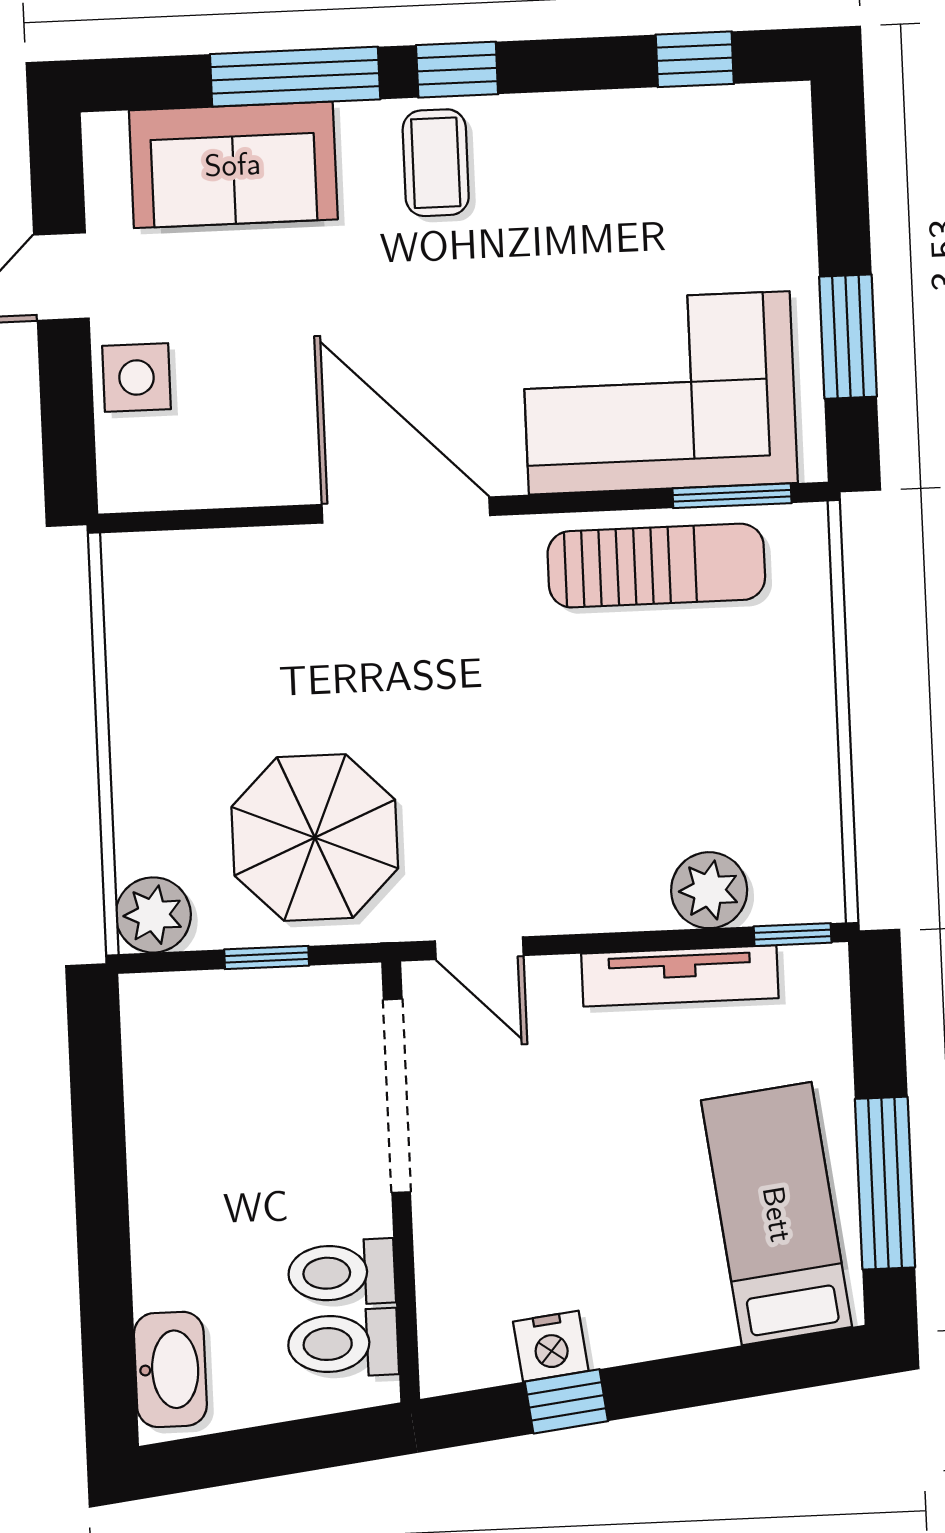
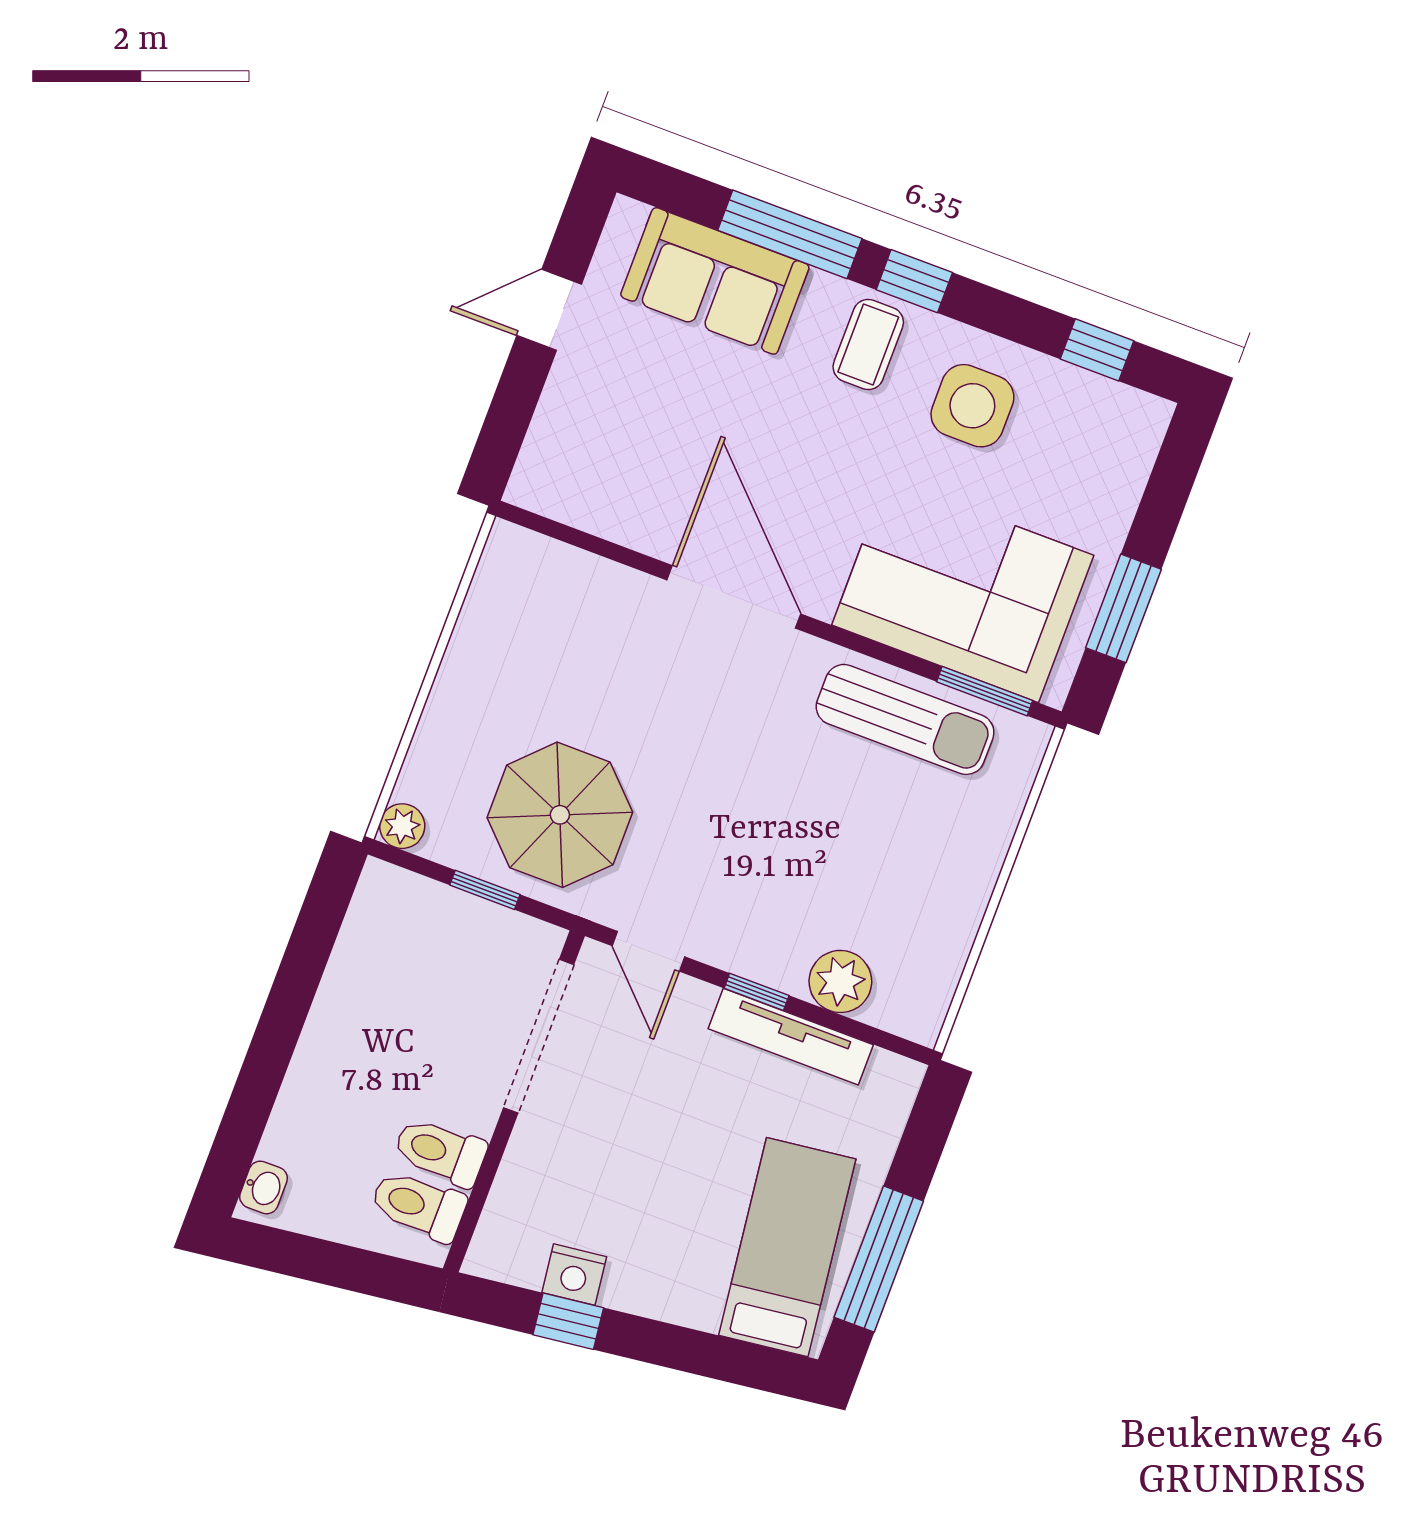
side table: (136, 378) -> (972, 406), moved, width x1.37, depth x1.37
plant: (153, 915) -> (402, 826), width x0.73, depth x0.73
window: (793, 935) -> (757, 992), moved
washbasin: (170, 1369) -> (264, 1187), width x0.52, depth x0.69

